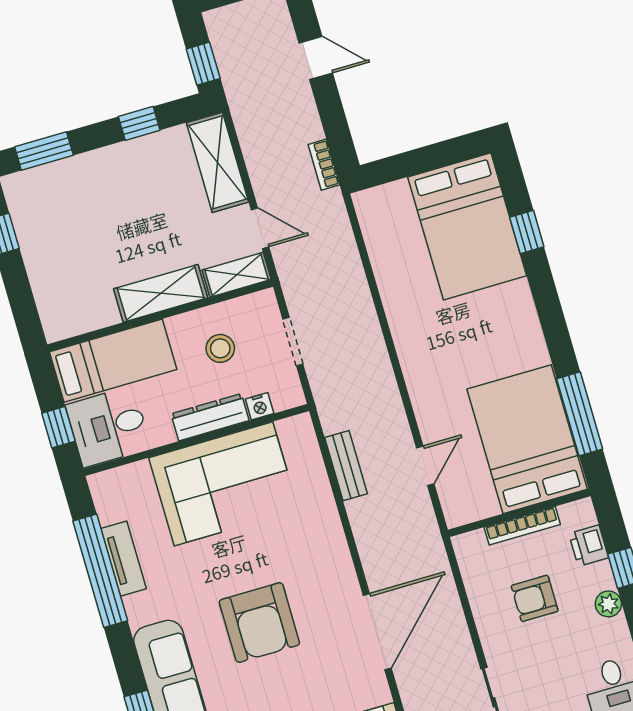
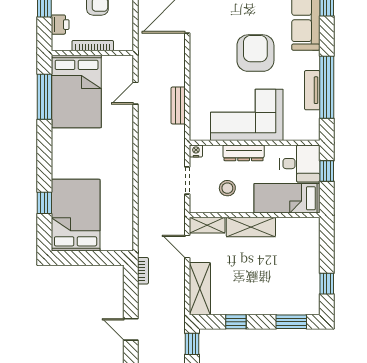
nightstand: (260, 406) -> (196, 151), moved
armchair: (259, 623) -> (255, 53), moved

